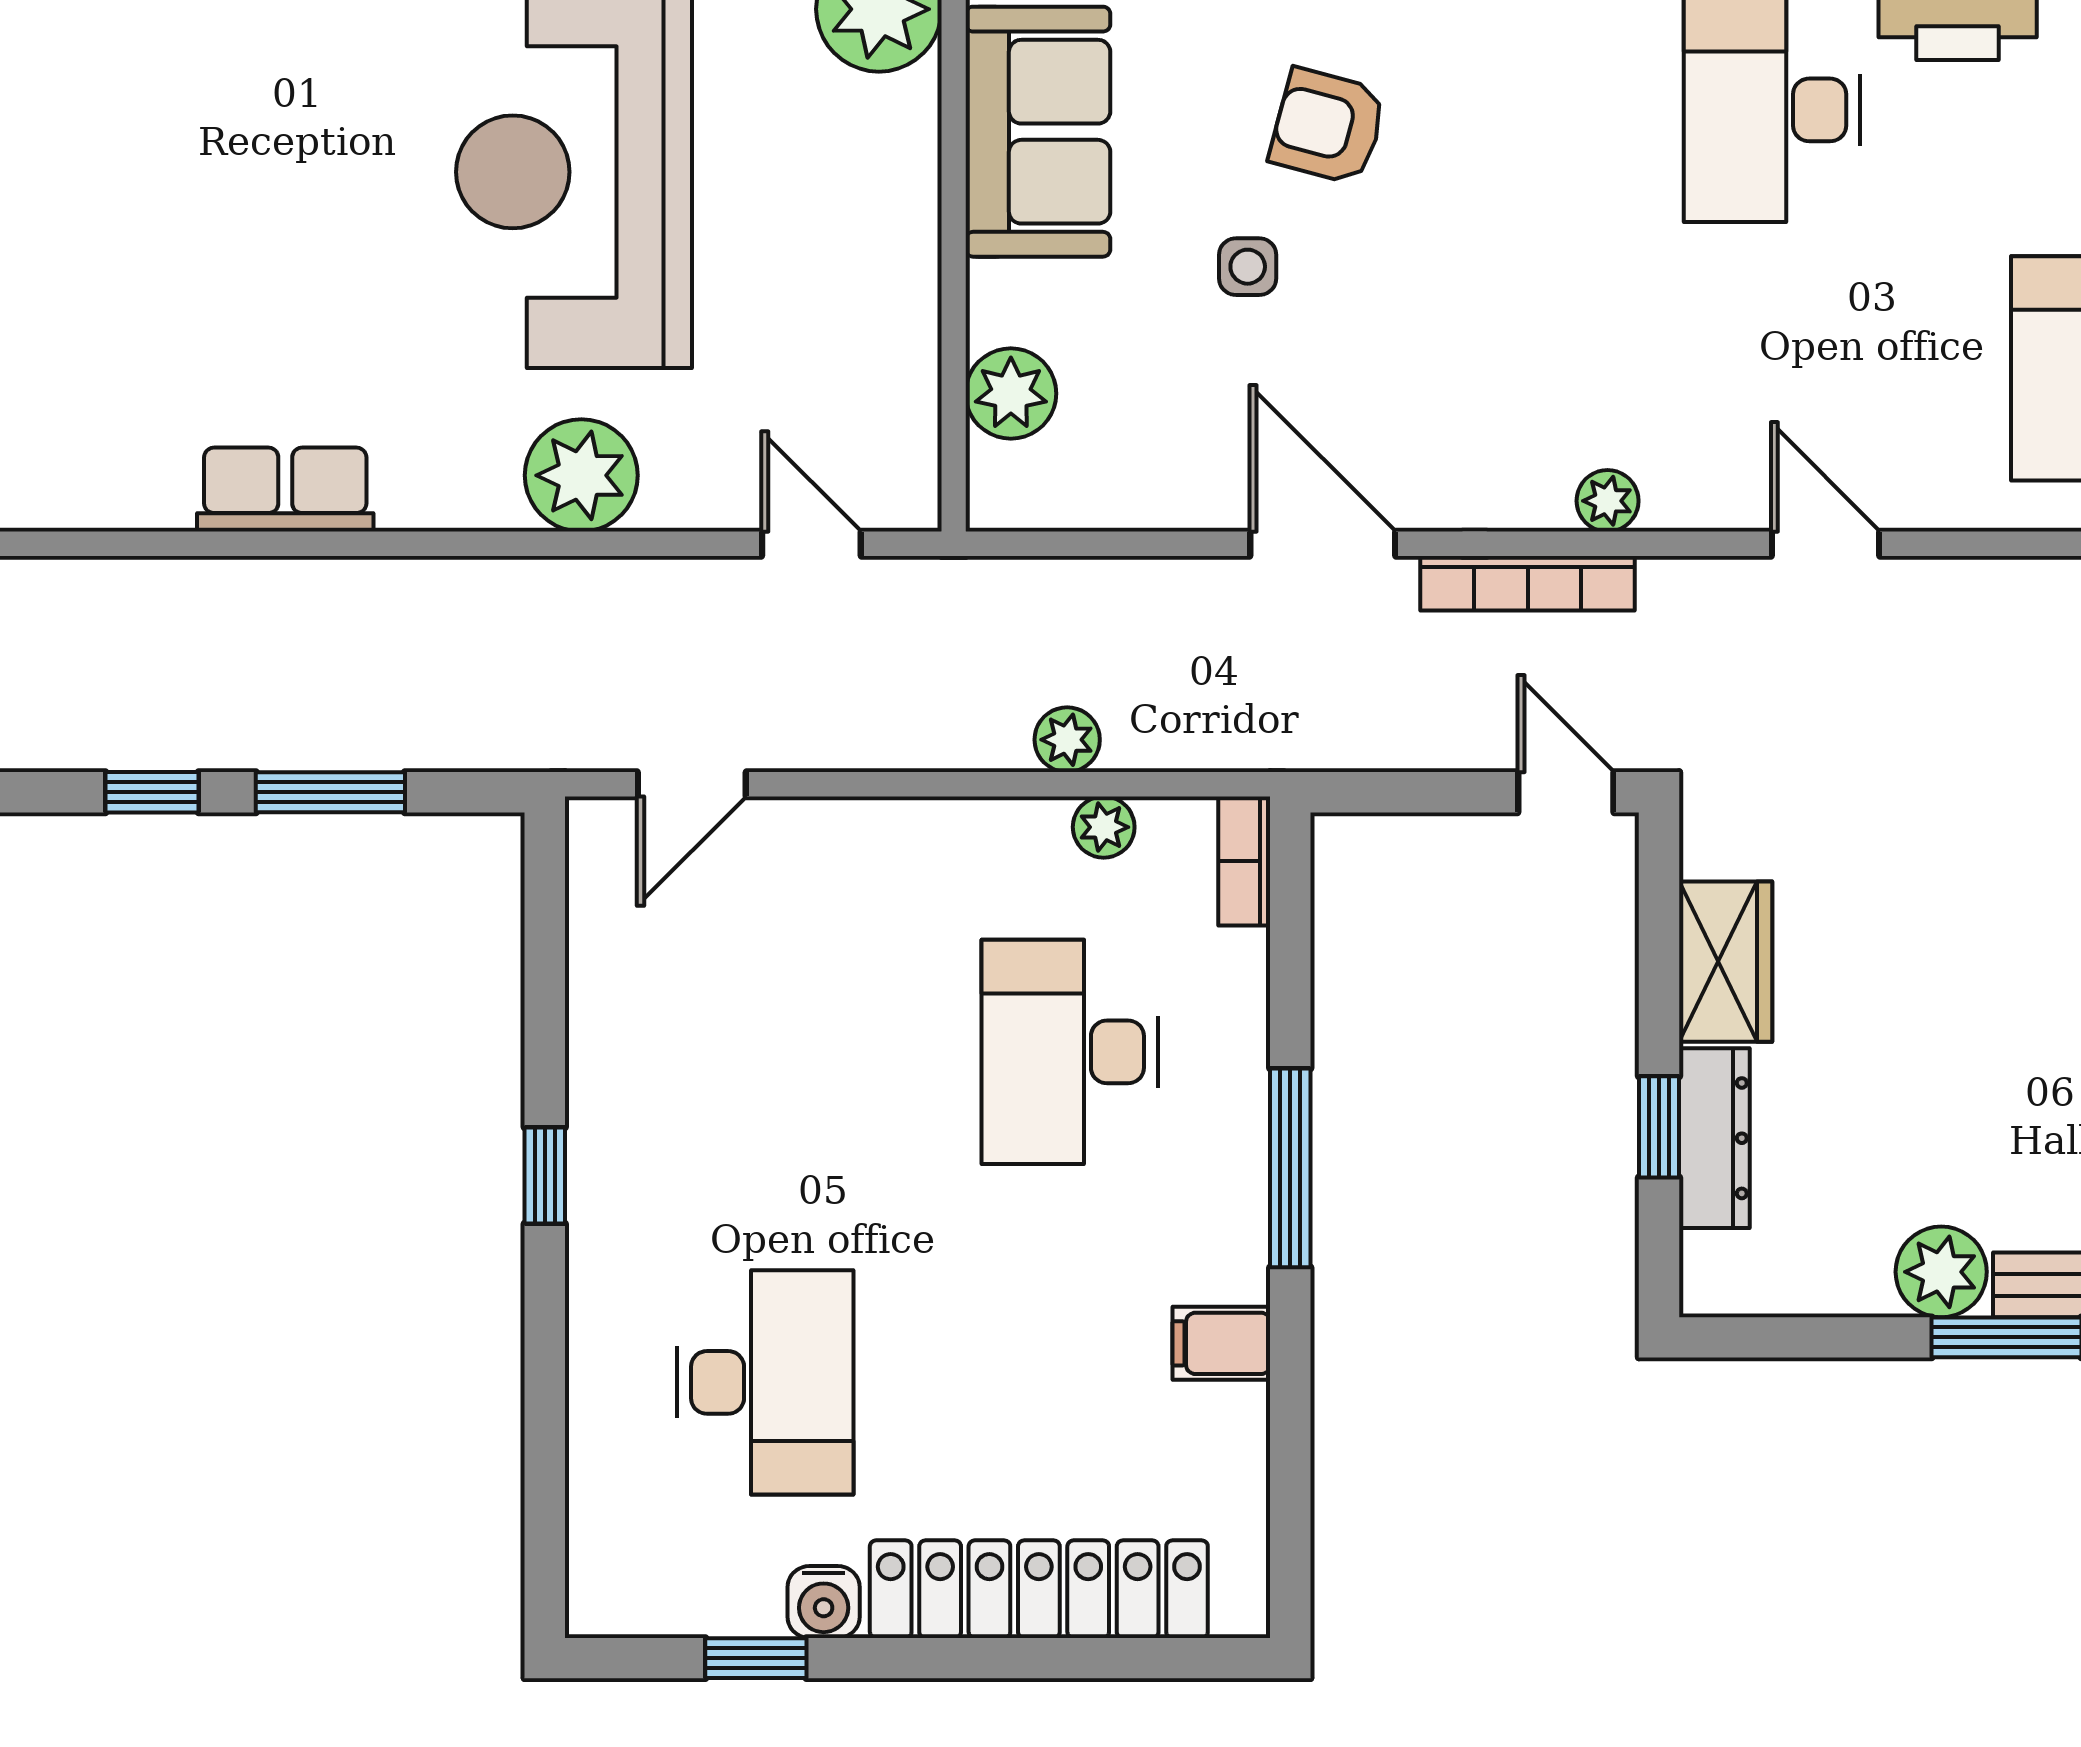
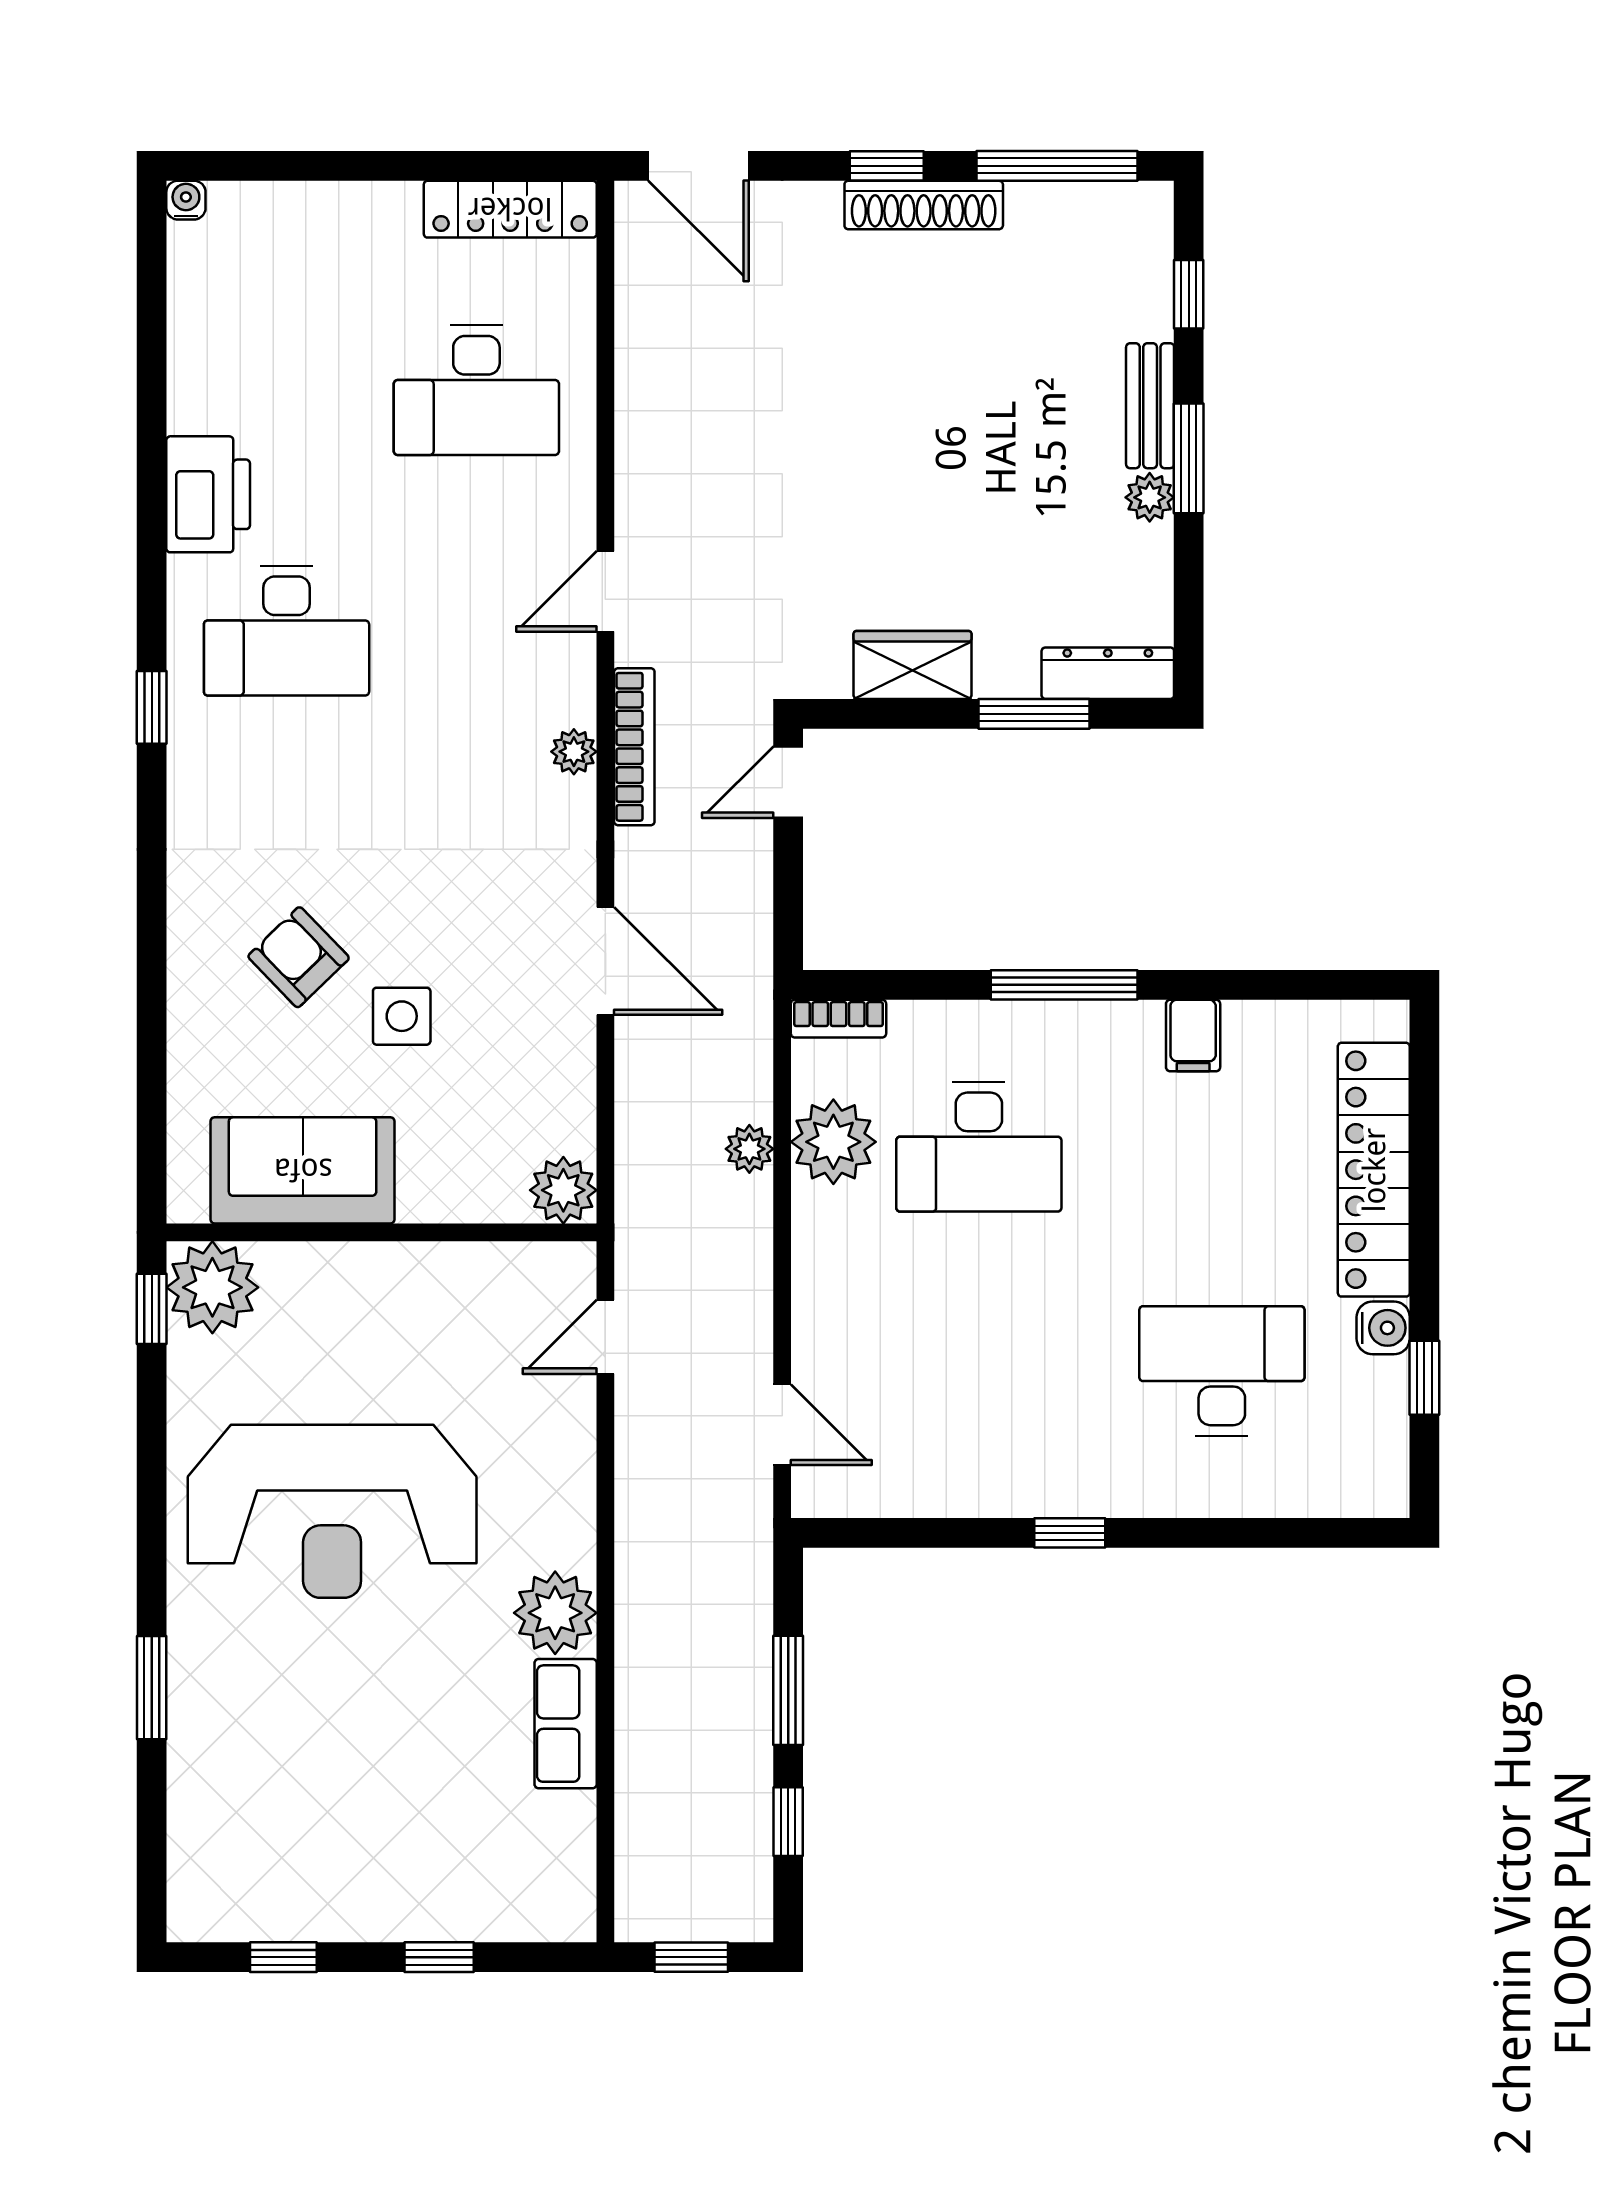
armchair: (1328, 126) -> (299, 957), turned 121
side table: (1248, 267) -> (402, 1016), width x1.37, depth x1.37
plant: (1011, 394) -> (563, 1190), moved
plant: (581, 475) -> (555, 1613), moved
door: (1323, 544) -> (605, 961), swing flipped
bookcase: (1528, 583) -> (634, 747), moved
plant: (1104, 827) -> (833, 1142), width x1.88, depth x1.88
window: (1659, 1127) -> (1034, 714), width x1.50
dresser: (1714, 1138) -> (1108, 673), moved
plant: (1941, 1272) -> (1150, 497), width x0.73, depth x0.73

